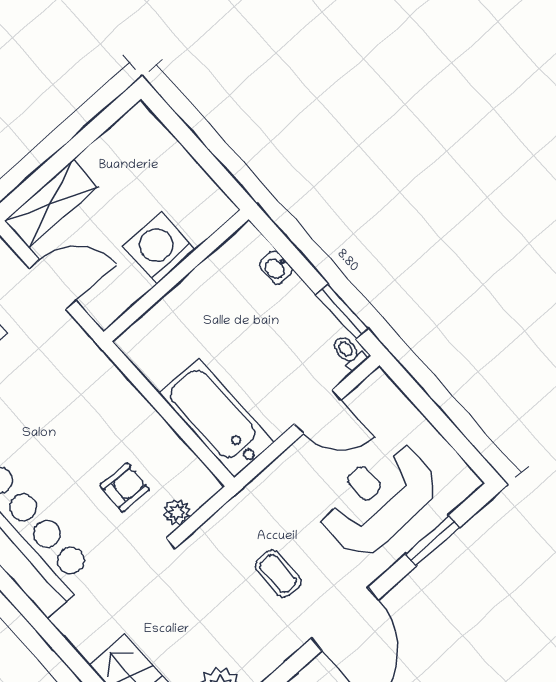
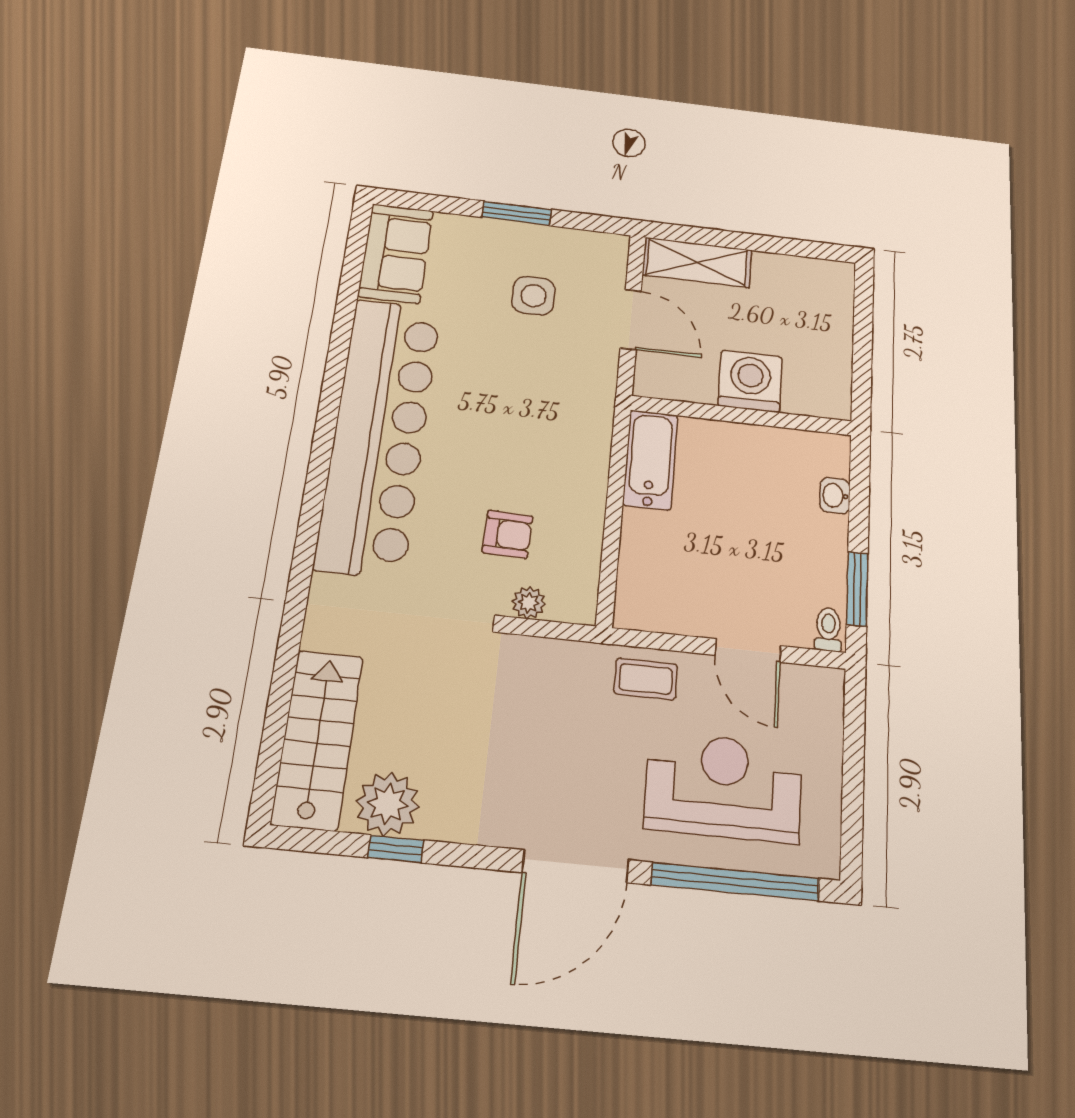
bathtub: (216, 418) -> (650, 460), moved, width x0.73, depth x0.73
window: (432, 541) -> (735, 882), width x2.11
coffee table: (278, 574) -> (646, 679), moved, turned 90

